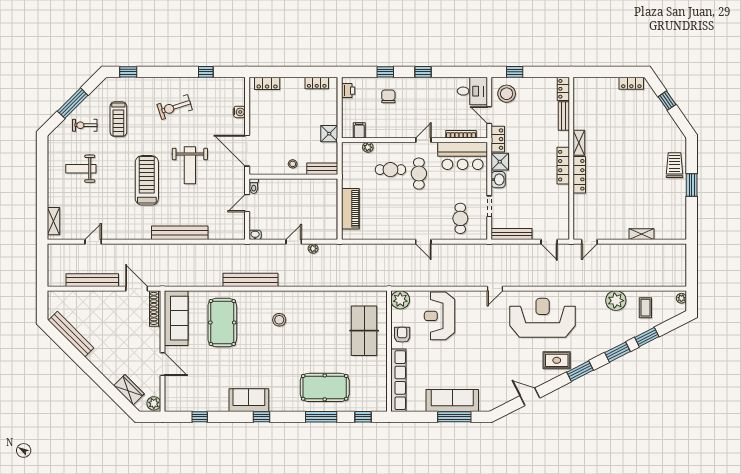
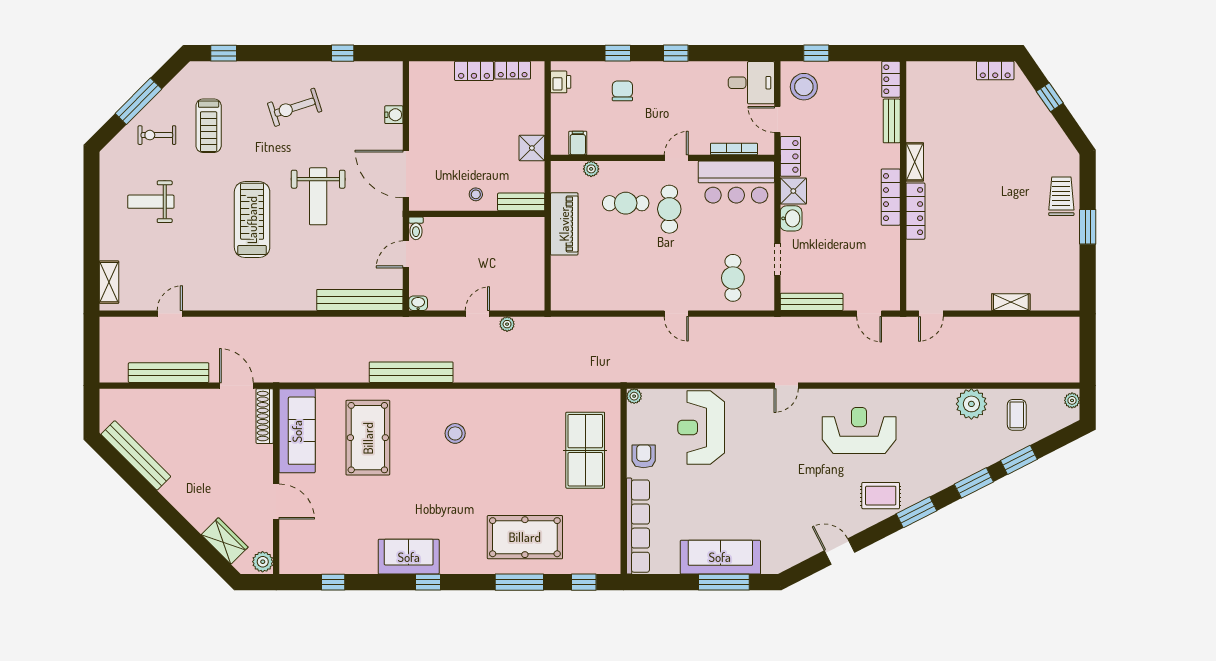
locker: (267, 83) -> (474, 71), moved
piano: (350, 209) -> (564, 224), moved
bench: (180, 233) -> (360, 300), moved
plant: (400, 300) -> (634, 396), width x0.53, depth x0.53
reception desk: (543, 318) -> (859, 430), width x0.74, depth x0.77

